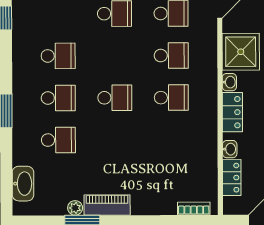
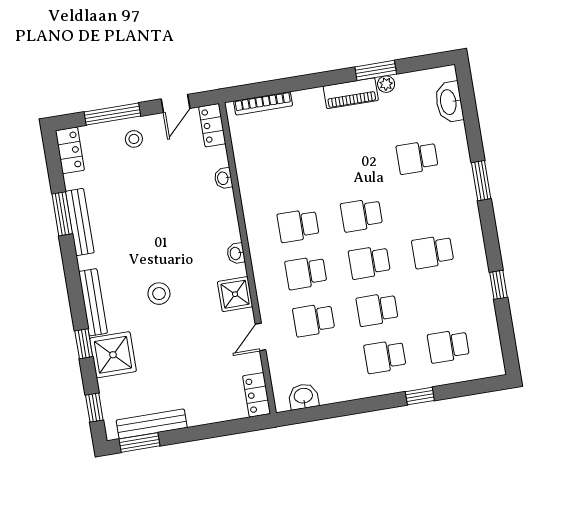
shower: (241, 52) -> (235, 294), width x0.73, depth x0.73
school desk: (58, 98) -> (369, 262), moved
locker: (232, 112) -> (227, 220), removed
locker: (232, 178) -> (212, 125), moved
bookcase: (194, 208) -> (263, 103), width x1.56

